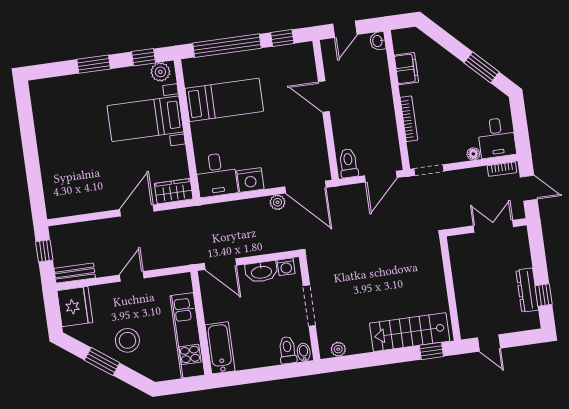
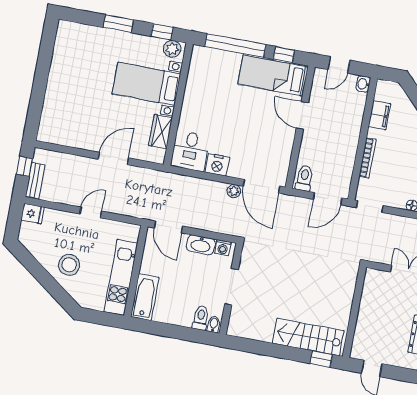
bed: (224, 100) -> (273, 75), moved, turned 180
wardrobe: (174, 191) -> (161, 132), moved, turned -90
bench: (75, 273) -> (35, 181), moved, turned 90
fridge: (75, 307) -> (33, 214), width x0.53, depth x0.75
plant: (338, 349) -> (243, 331), removed
window: (102, 361) -> (42, 275), removed

